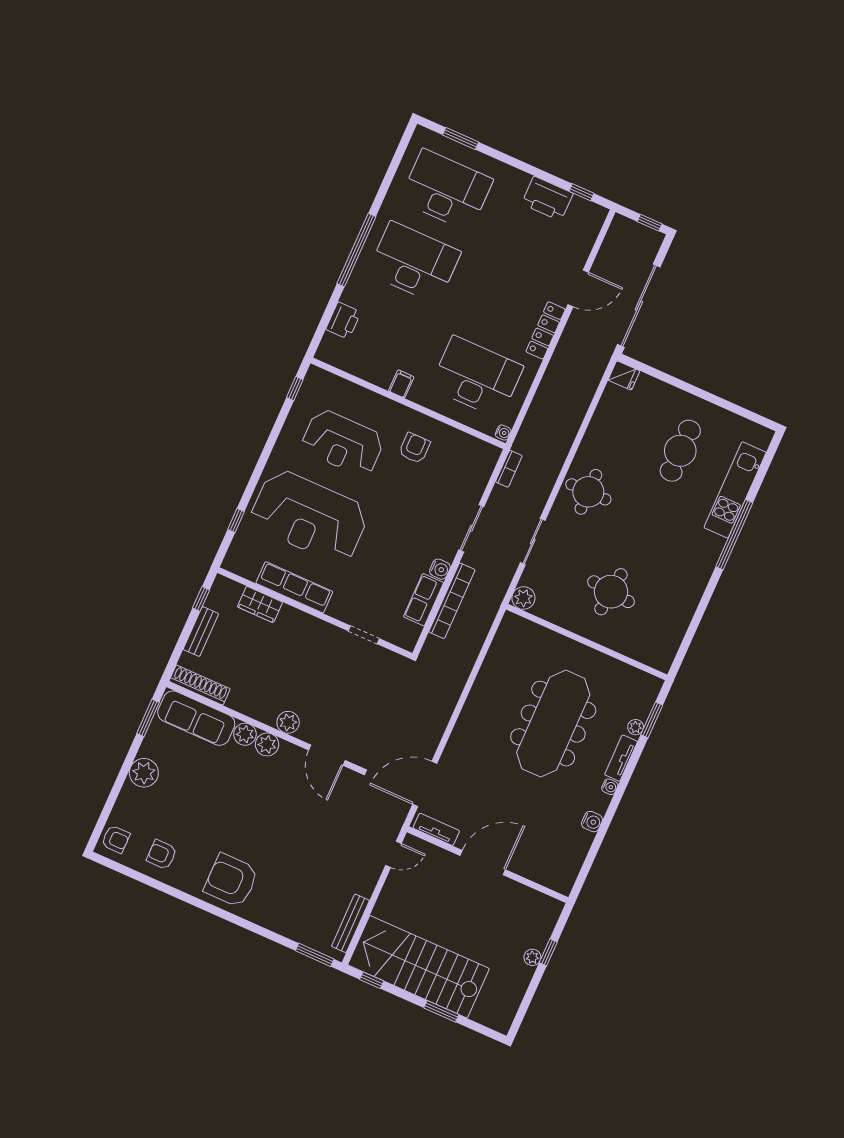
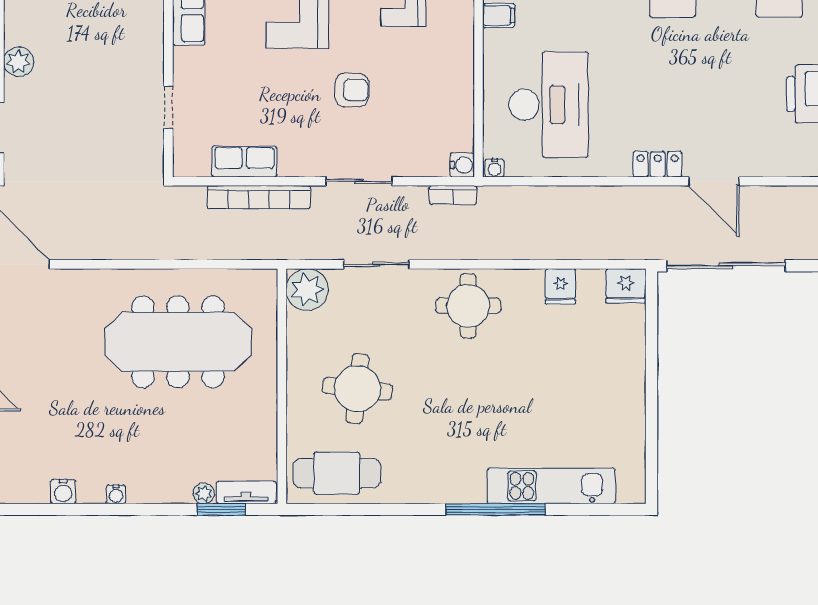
locker: (546, 330) -> (658, 164), width x0.66
fridge: (624, 375) -> (626, 286), width x1.38
fridge: (603, 424) -> (560, 286), added
armchair: (414, 448) -> (352, 90), moved
cafe table: (680, 451) -> (337, 473), moved
water cooler: (440, 569) -> (462, 165), moved, turned -90
plant: (523, 598) -> (307, 290), width x1.36, depth x1.36
meeting table: (553, 724) -> (178, 342), moved
tv unit: (621, 758) -> (246, 492), moved

